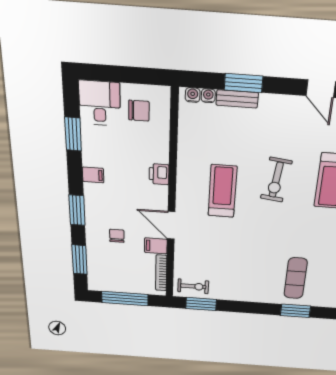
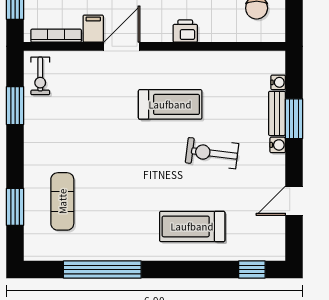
water cooler: (193, 95) -> (278, 145), moved
exercise bike: (276, 180) -> (212, 153), moved
exercise mat: (296, 278) -> (62, 201), turned 90
window: (201, 304) -> (15, 106), moved

